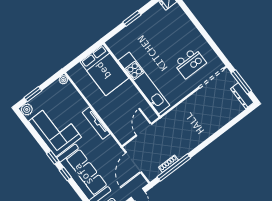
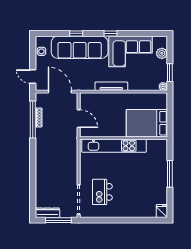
window: (132, 18) -> (170, 174), width x1.44
window: (33, 94) -> (170, 73), moved
plant: (27, 109) -> (162, 53), moved
window: (65, 174) -> (76, 33), moved

